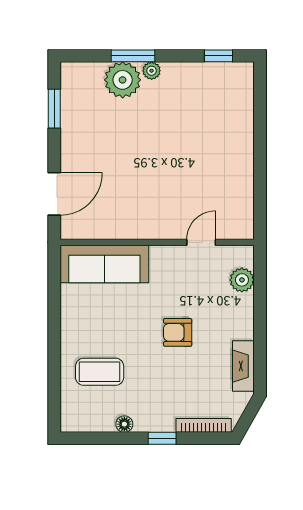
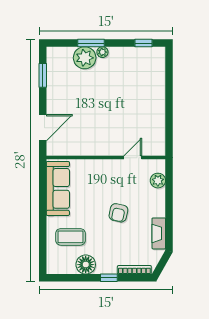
sofa: (104, 264) -> (58, 188), moved, turned -90
armchair: (178, 332) -> (118, 213), turned -78
floor lamp: (124, 424) -> (86, 265), width x1.89, depth x1.89

